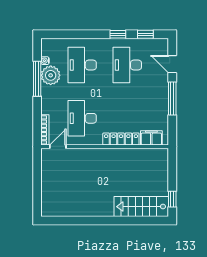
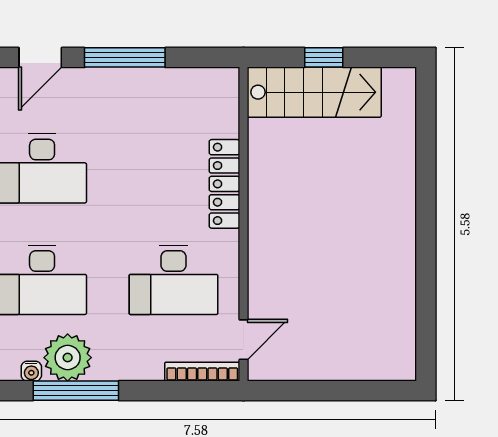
filing cabinet: (151, 138) -> (222, 109), removed
door: (58, 147) -> (243, 340), swing flipped
window: (172, 199) -> (324, 57), moved
stairs: (141, 207) -> (314, 92), moved, turned -90

